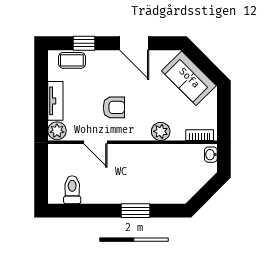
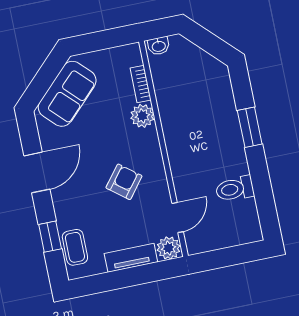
armchair: (114, 107) -> (124, 182), turned 38
bookcase: (200, 135) -> (141, 84), moved
door: (96, 142) -> (178, 217), moved
toilet: (72, 190) -> (235, 189), moved

